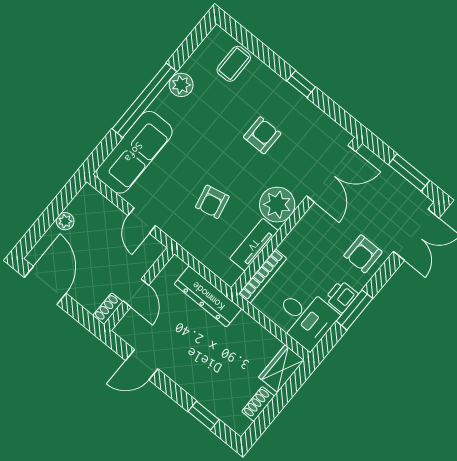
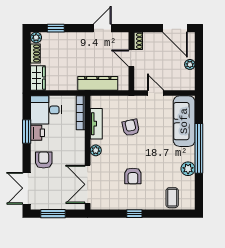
plant: (277, 205) -> (96, 150), width x0.53, depth x0.53
plant: (240, 424) -> (36, 37), added

